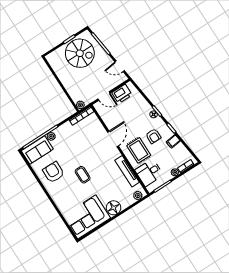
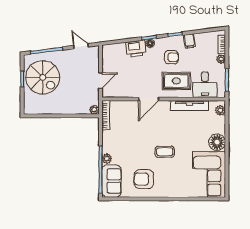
spiral stairs: (80, 53) -> (43, 77), turned 90
door: (120, 66) -> (81, 46), swing flipped
printer: (122, 94) -> (136, 49), moved, turned 83
door: (113, 139) -> (149, 99), swing flipped

